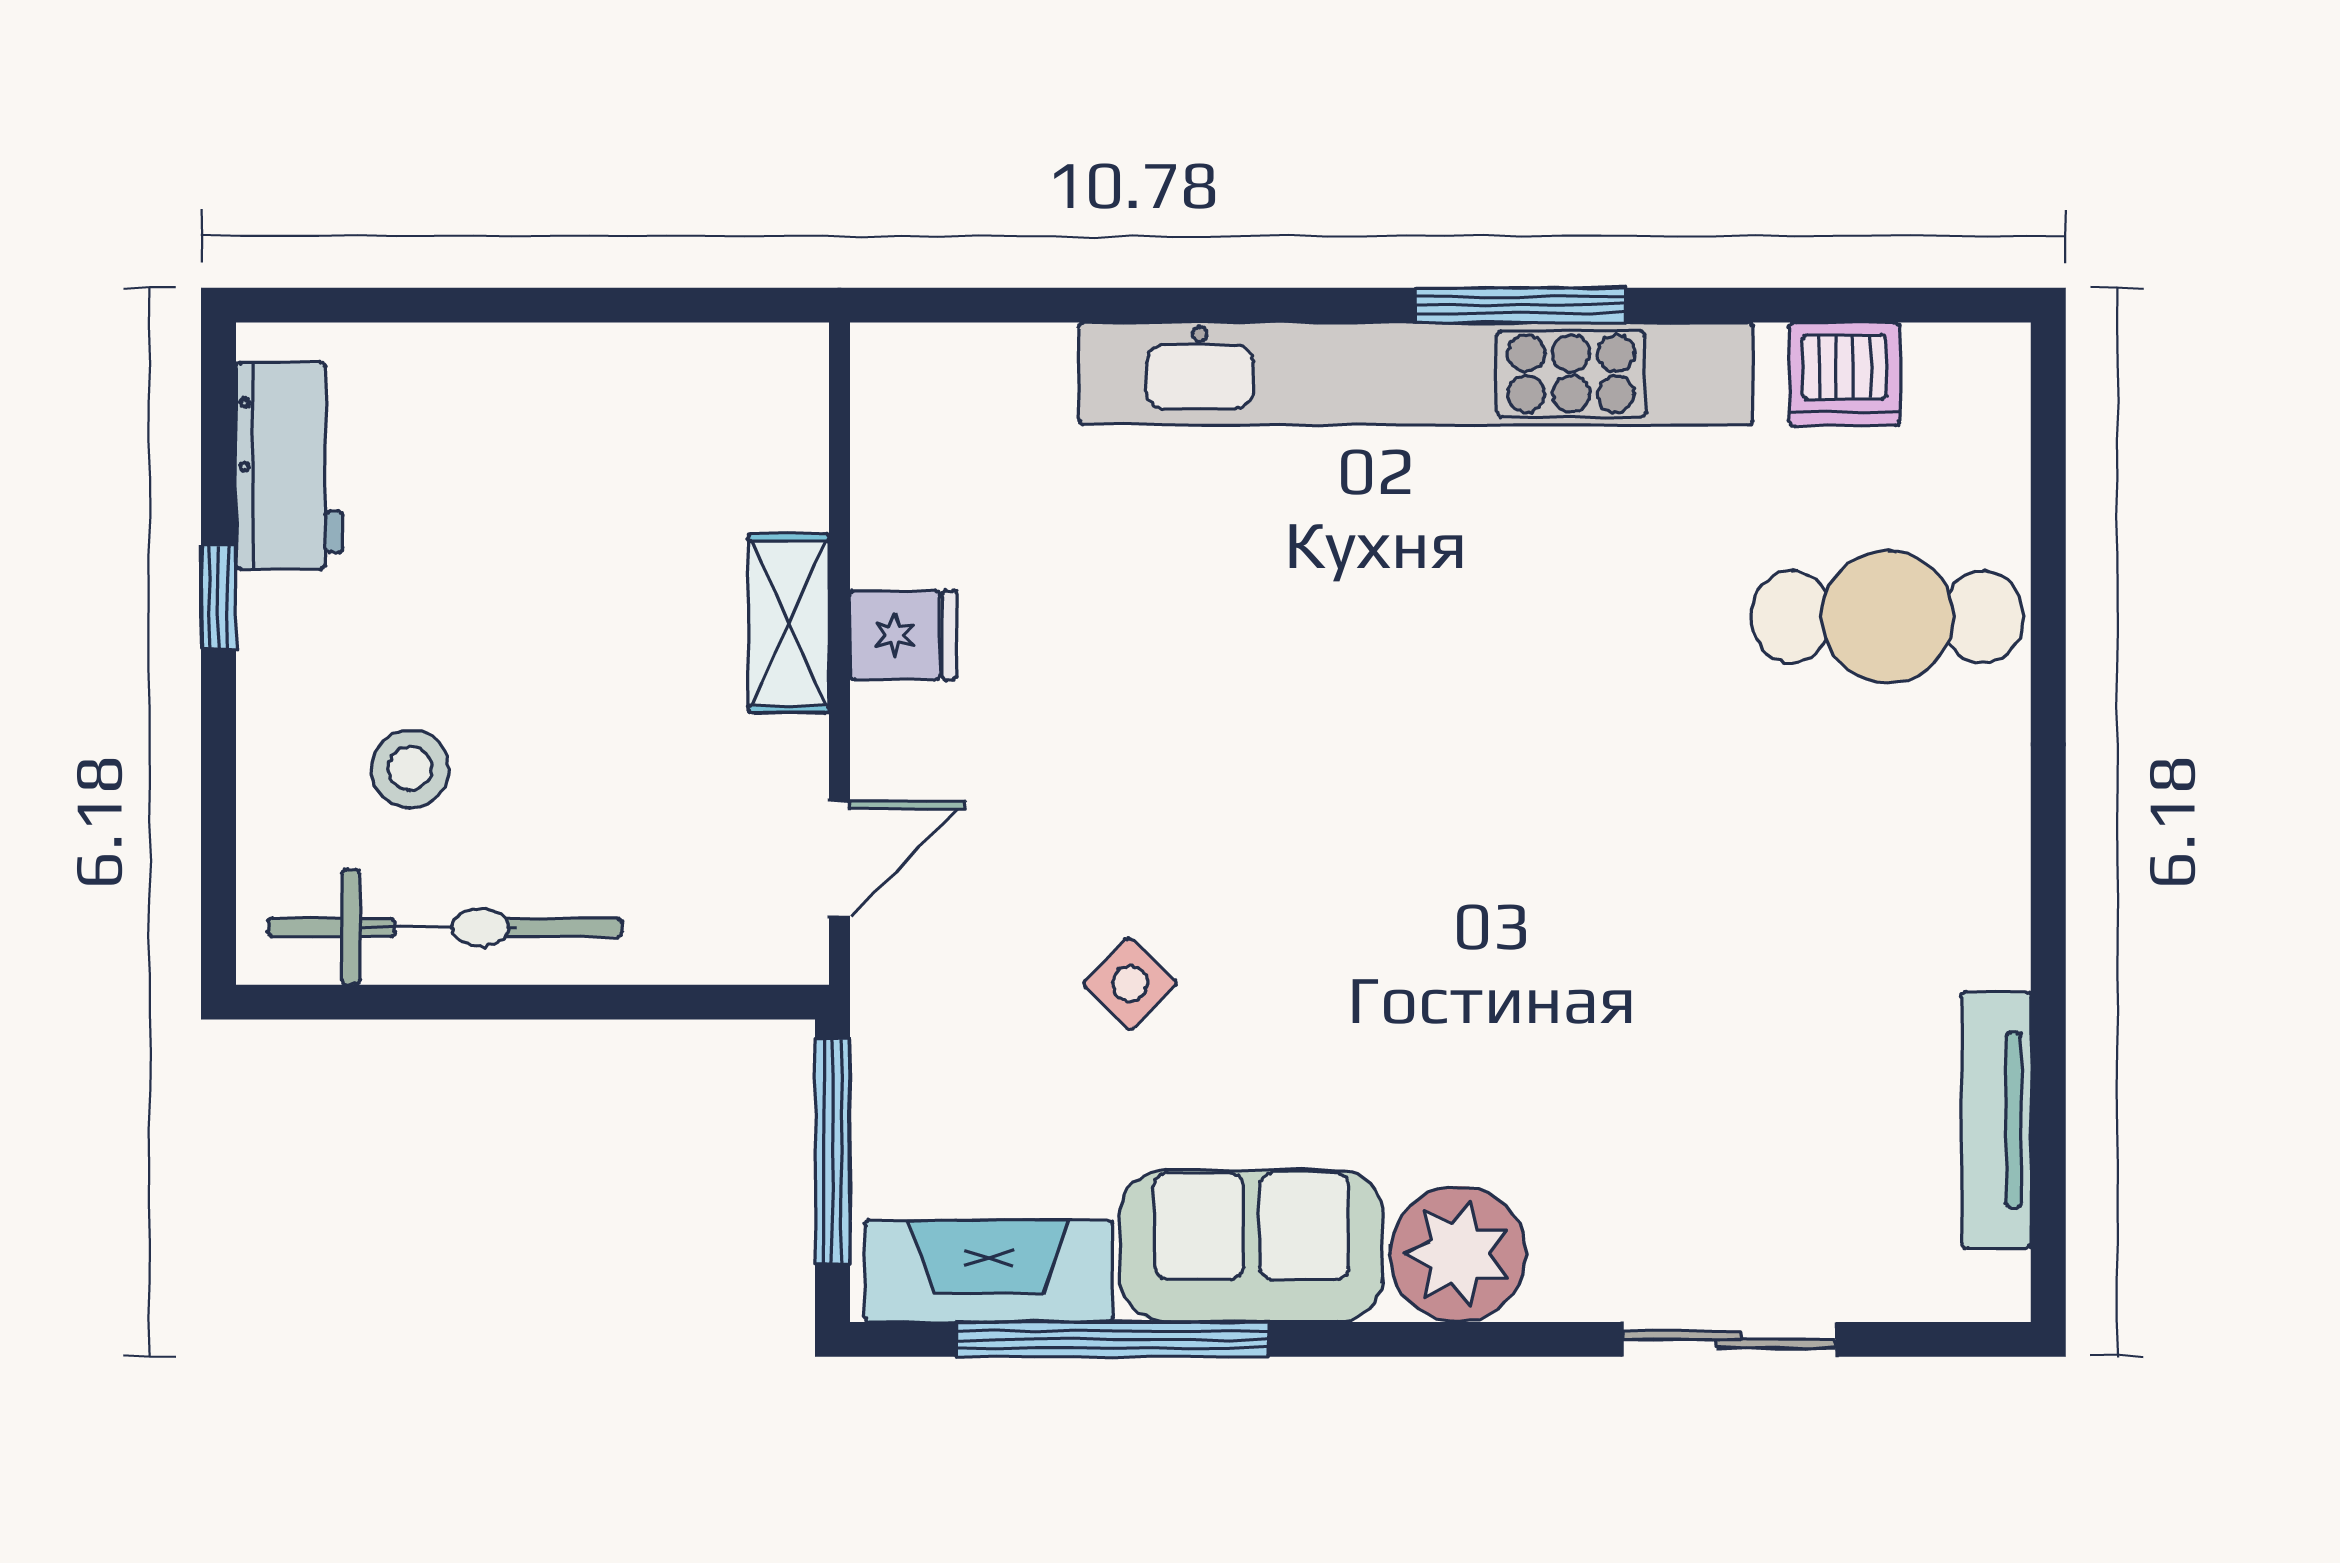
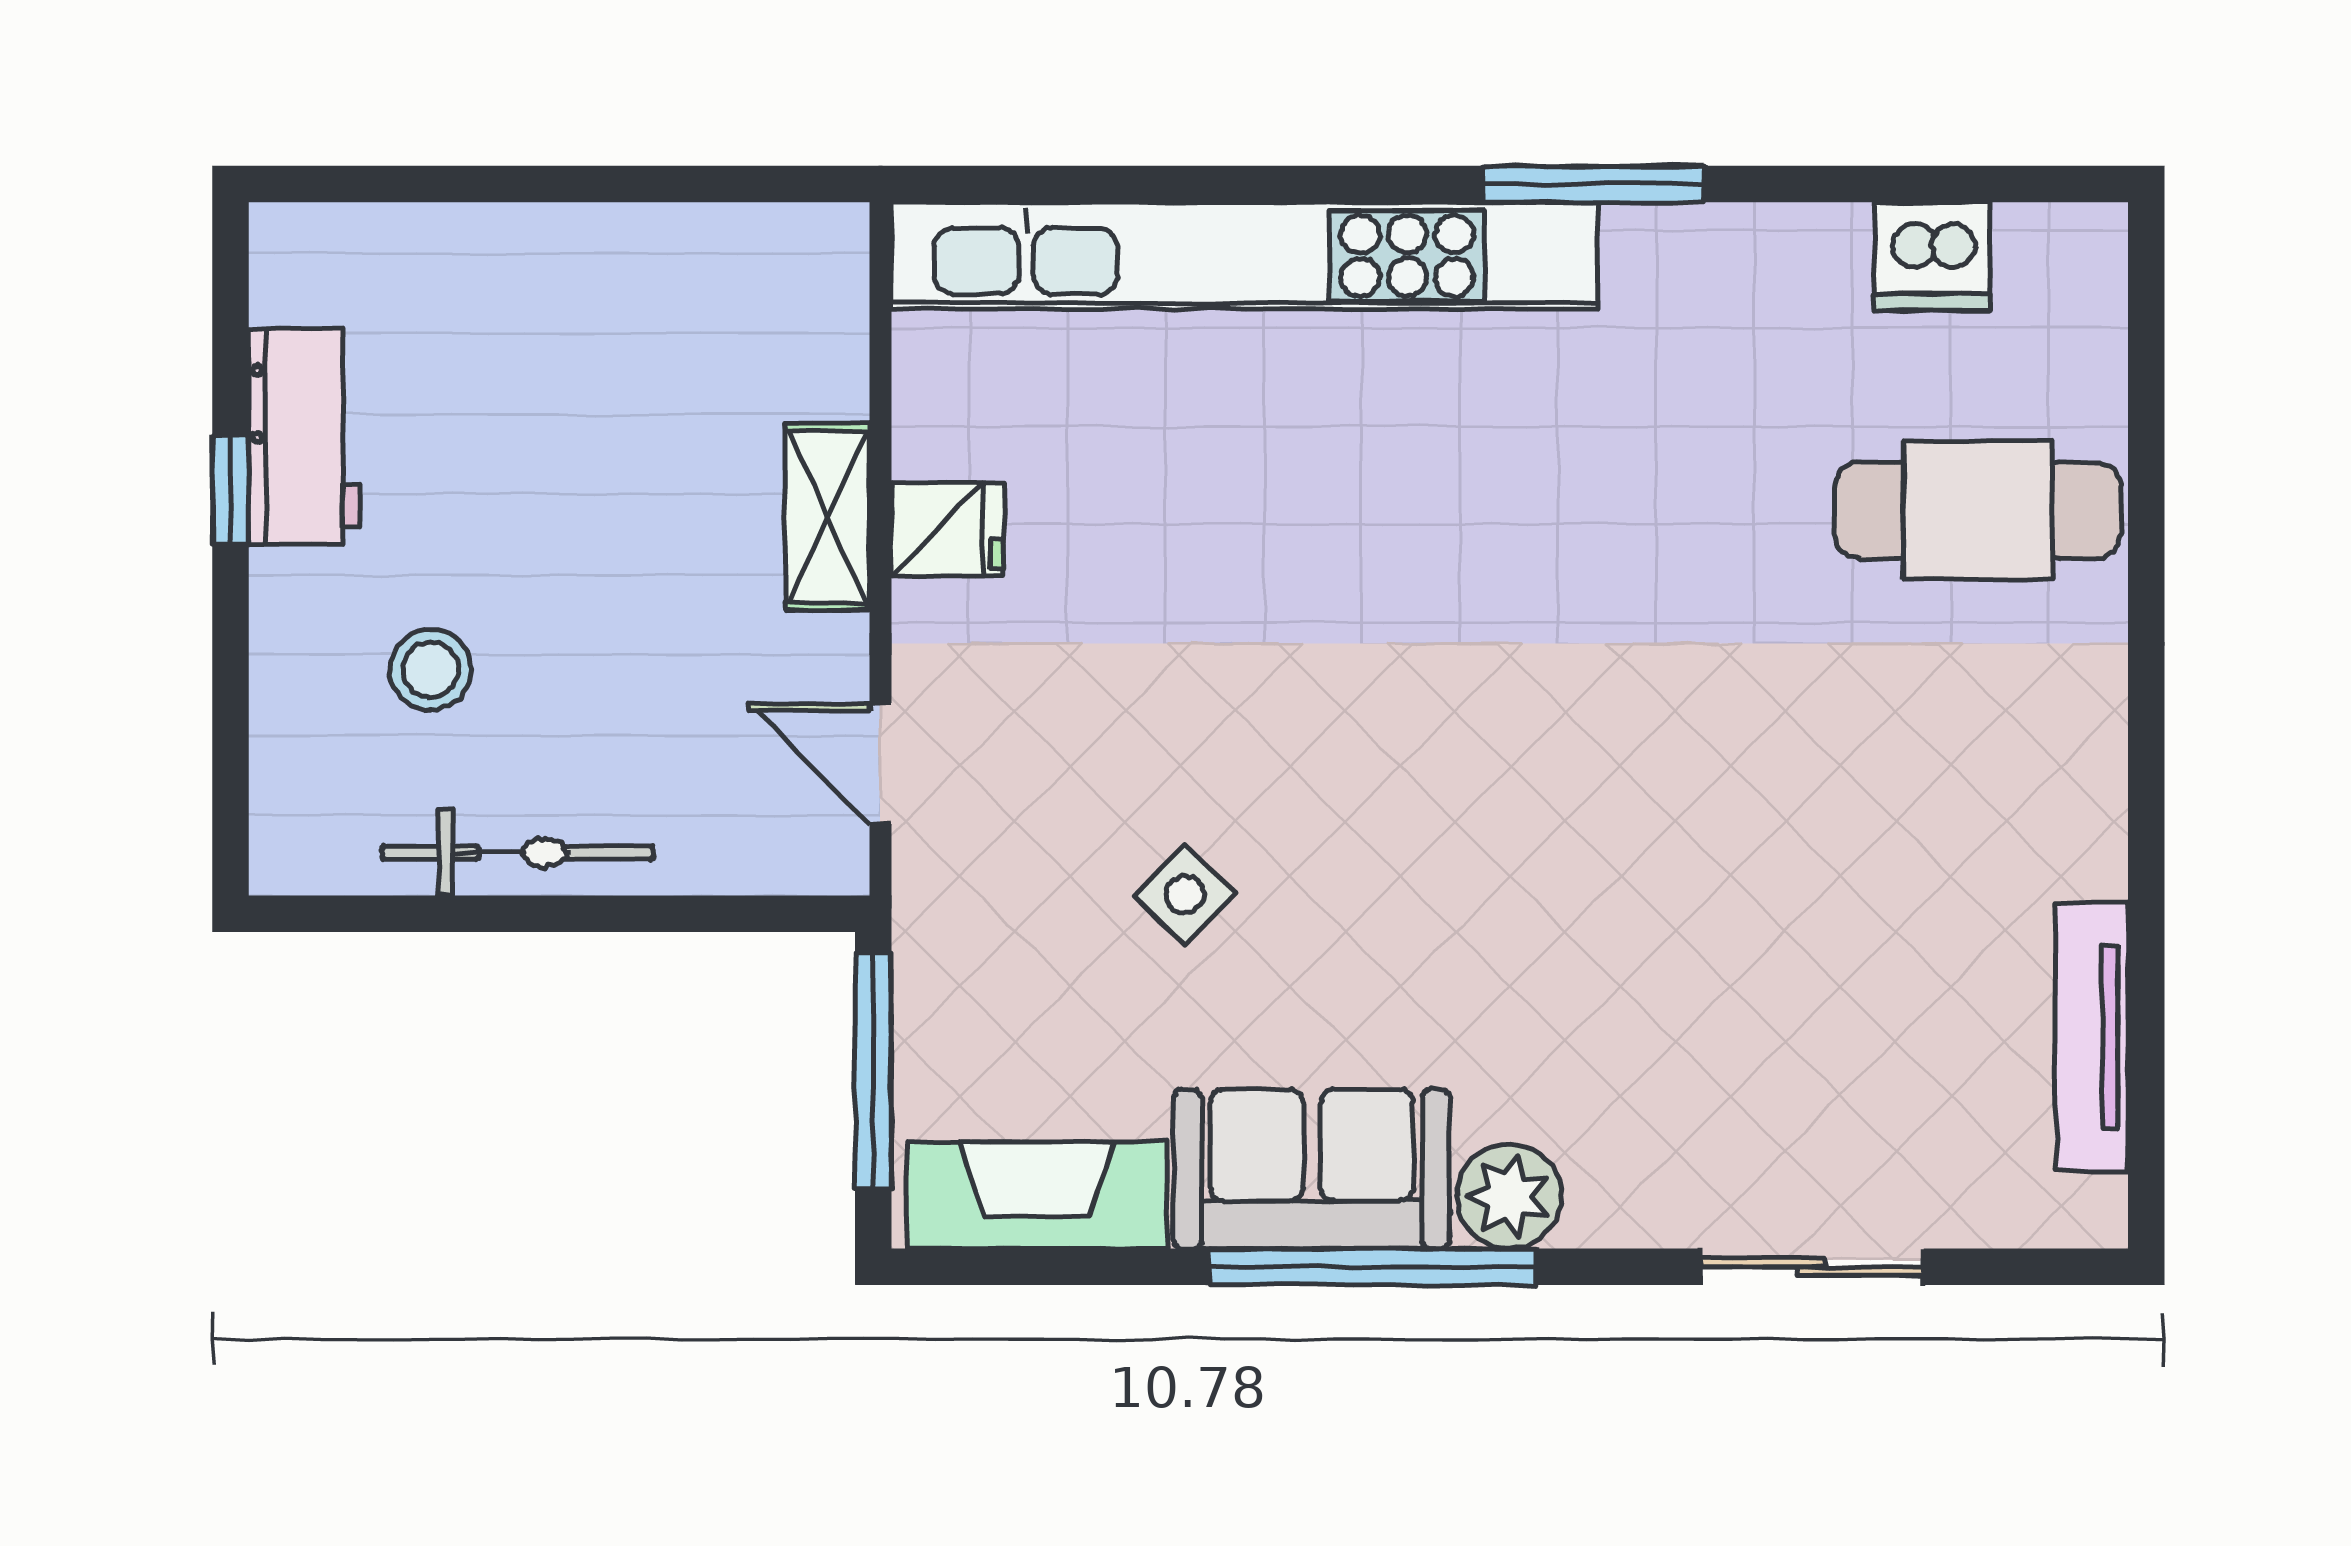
kitchen unit: (1416, 374) -> (1245, 256), moved
workbench: (289, 466) -> (304, 436), moved
door: (839, 859) -> (880, 764), swing flipped
bicycle: (445, 927) -> (517, 853), width x0.73, depth x0.71
plant: (1458, 1254) -> (1509, 1196), width x0.73, depth x0.73
window: (1113, 1339) -> (1372, 1267), moved

